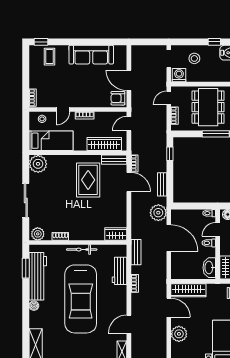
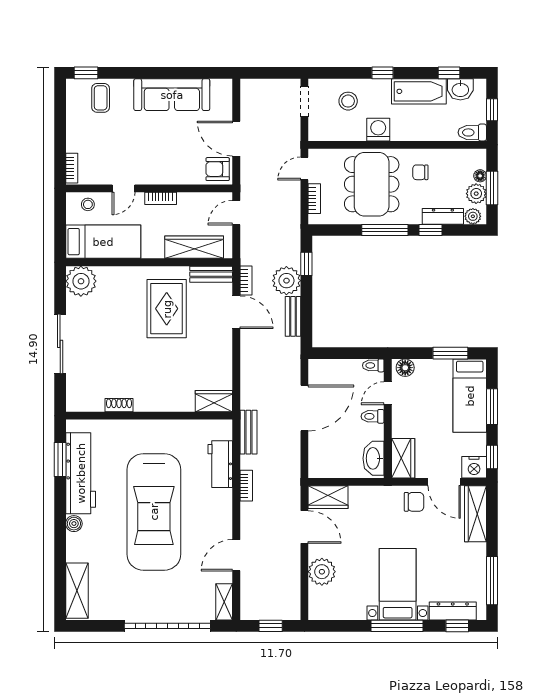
washing machine: (179, 75) -> (378, 130), moved
plant: (158, 213) -> (286, 281), moved
plant: (38, 234) -> (81, 401), removed
door: (169, 238) -> (304, 408), hinge flipped
bicycle: (82, 250) -> (156, 428), removed
wardrobe: (188, 290) -> (328, 497), width x0.67

